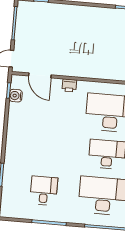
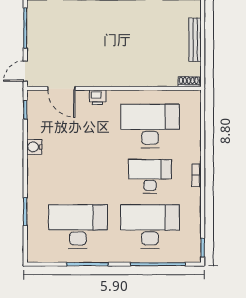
water cooler: (16, 96) -> (34, 147), moved
desk: (44, 191) -> (78, 227), width x1.87, depth x1.30

